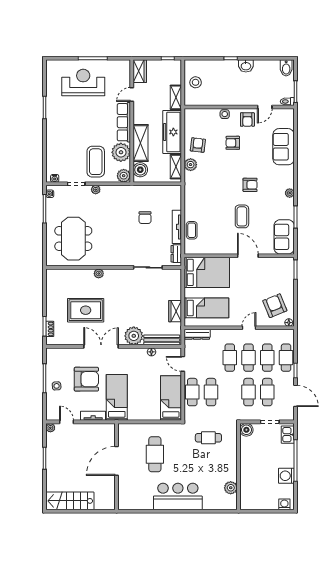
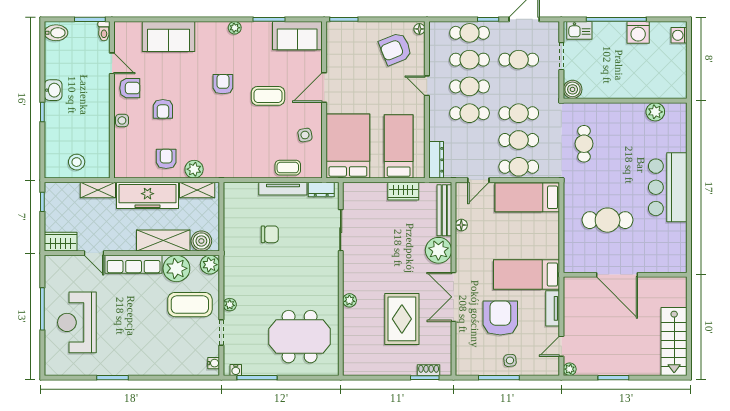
armchair: (198, 145) -> (166, 159), turned 83
side table: (214, 242) -> (305, 135), added
cafe table: (249, 392) -> (519, 113), moved

